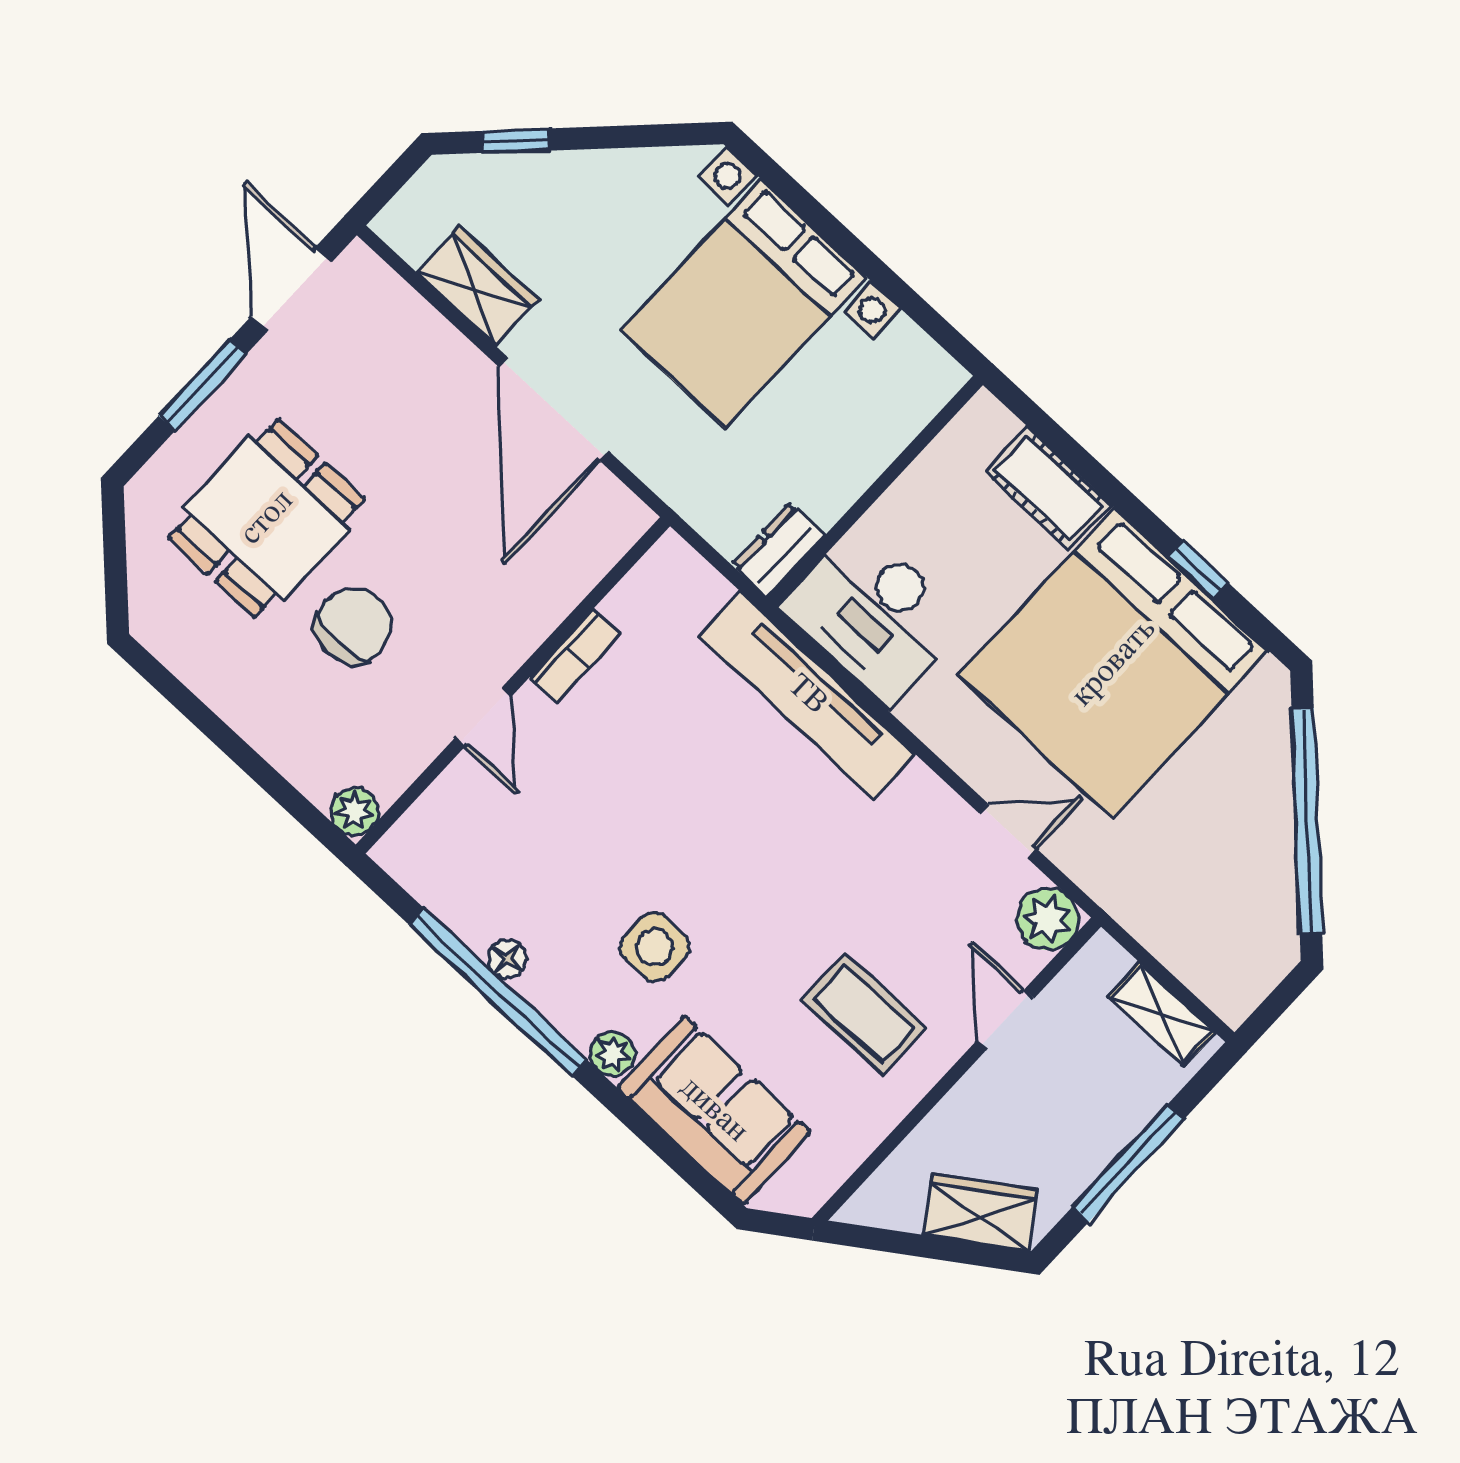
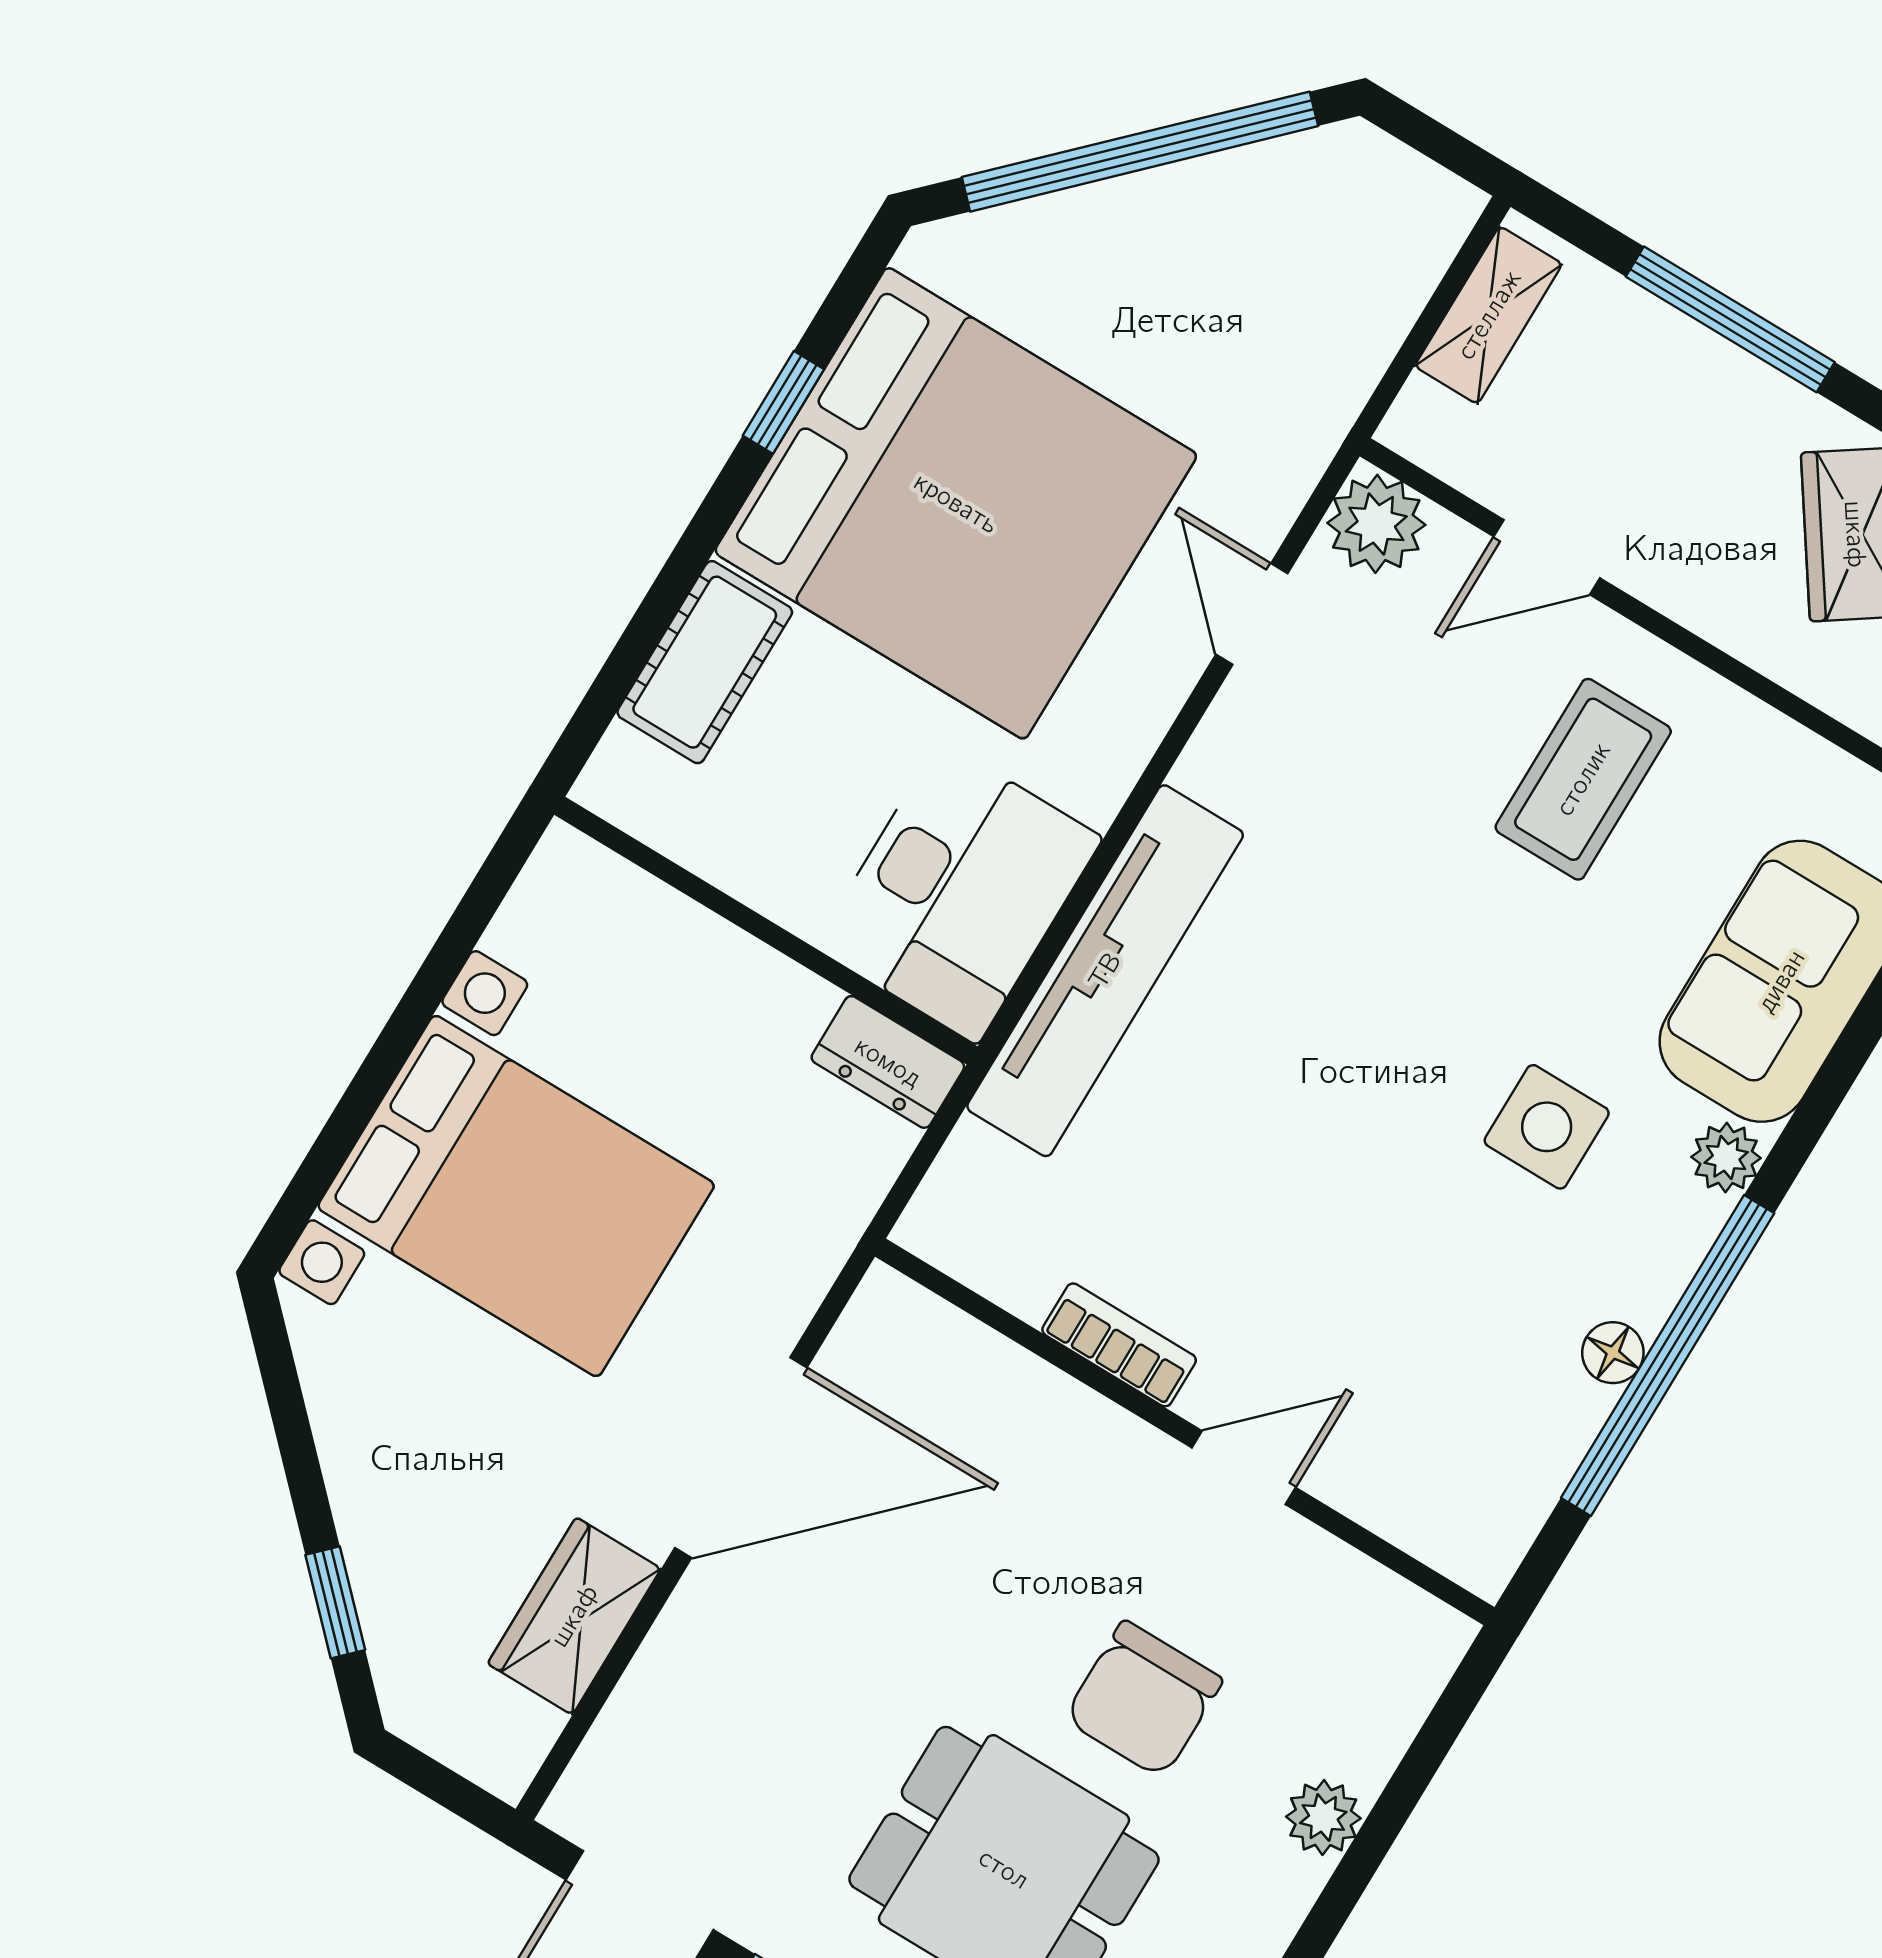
chair: (353, 626) -> (1143, 1699), turned -90
plant: (354, 811) -> (1323, 1817), moved

